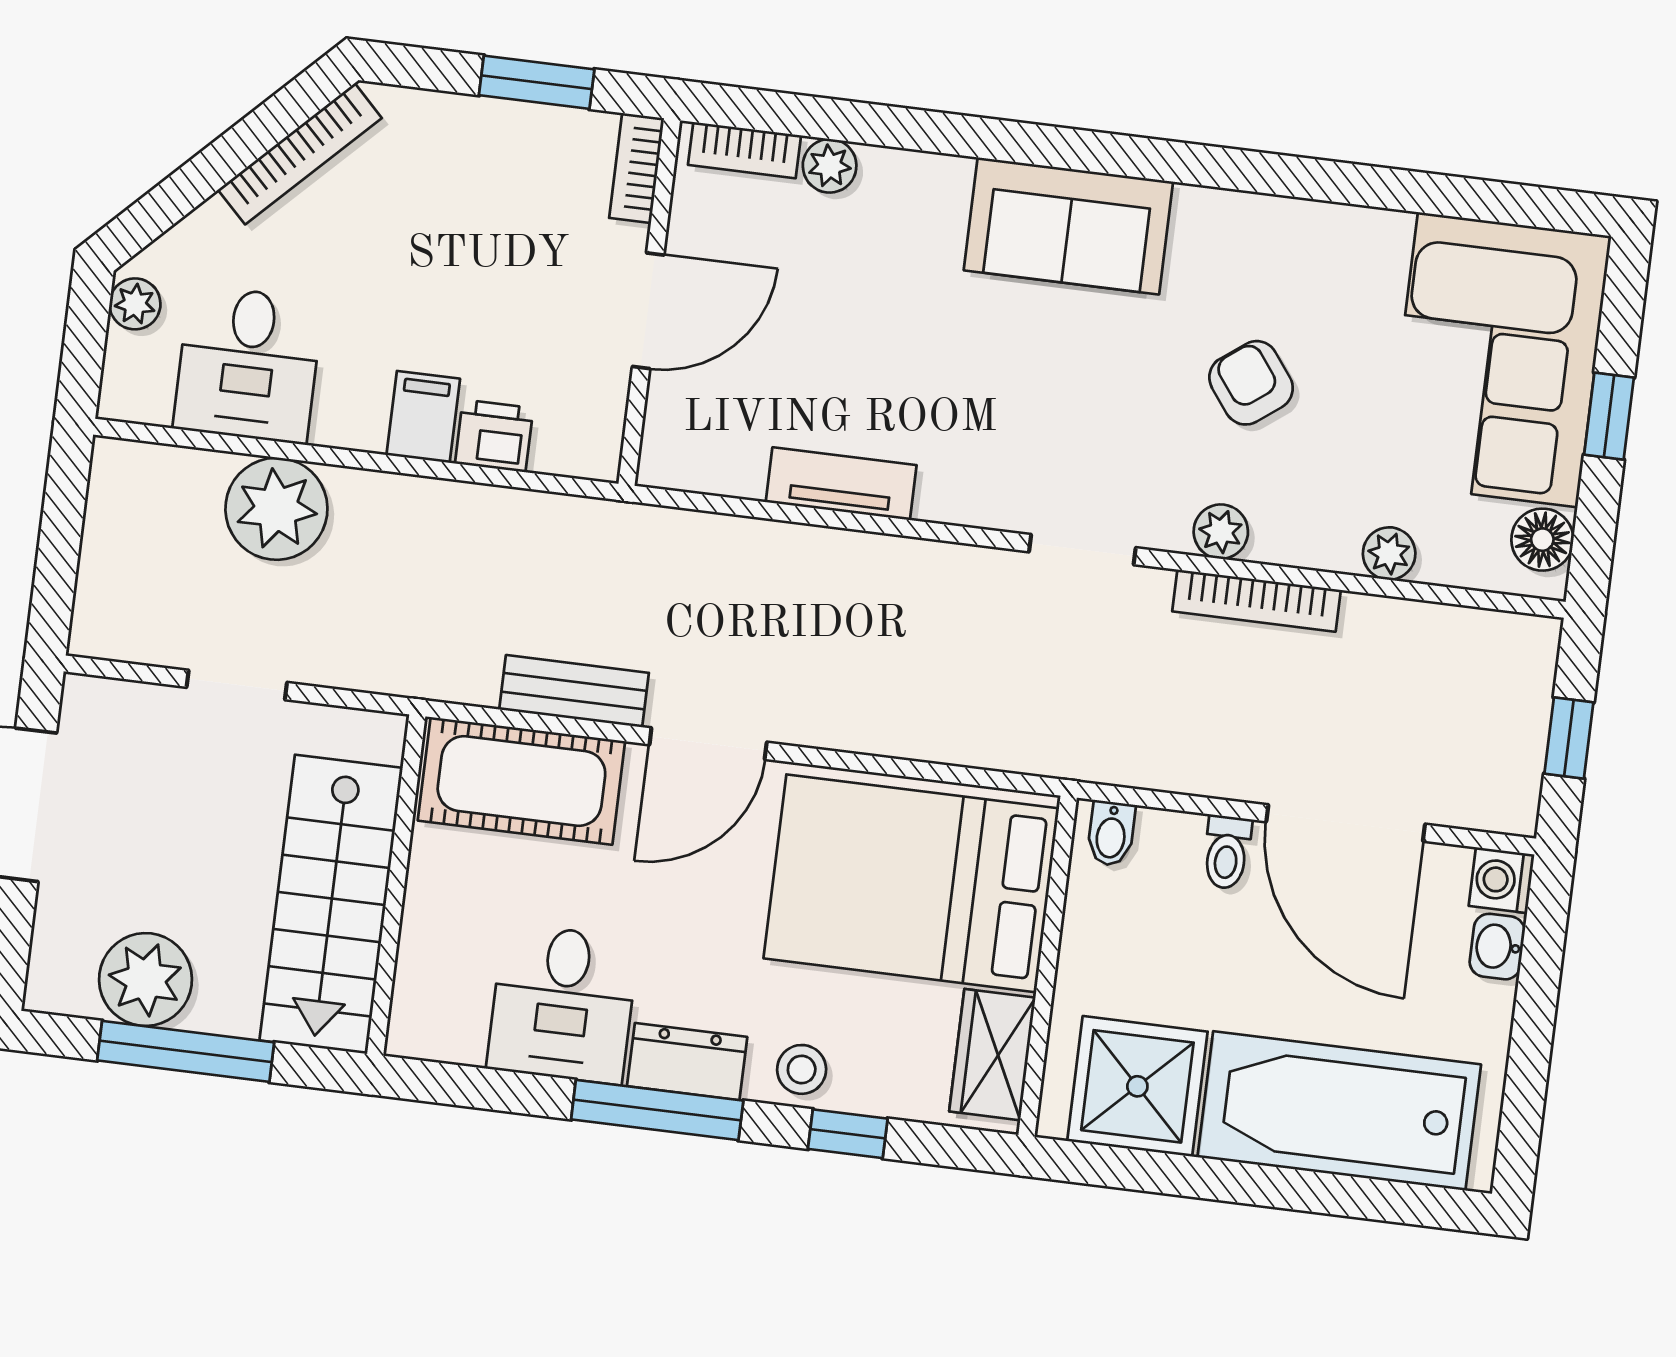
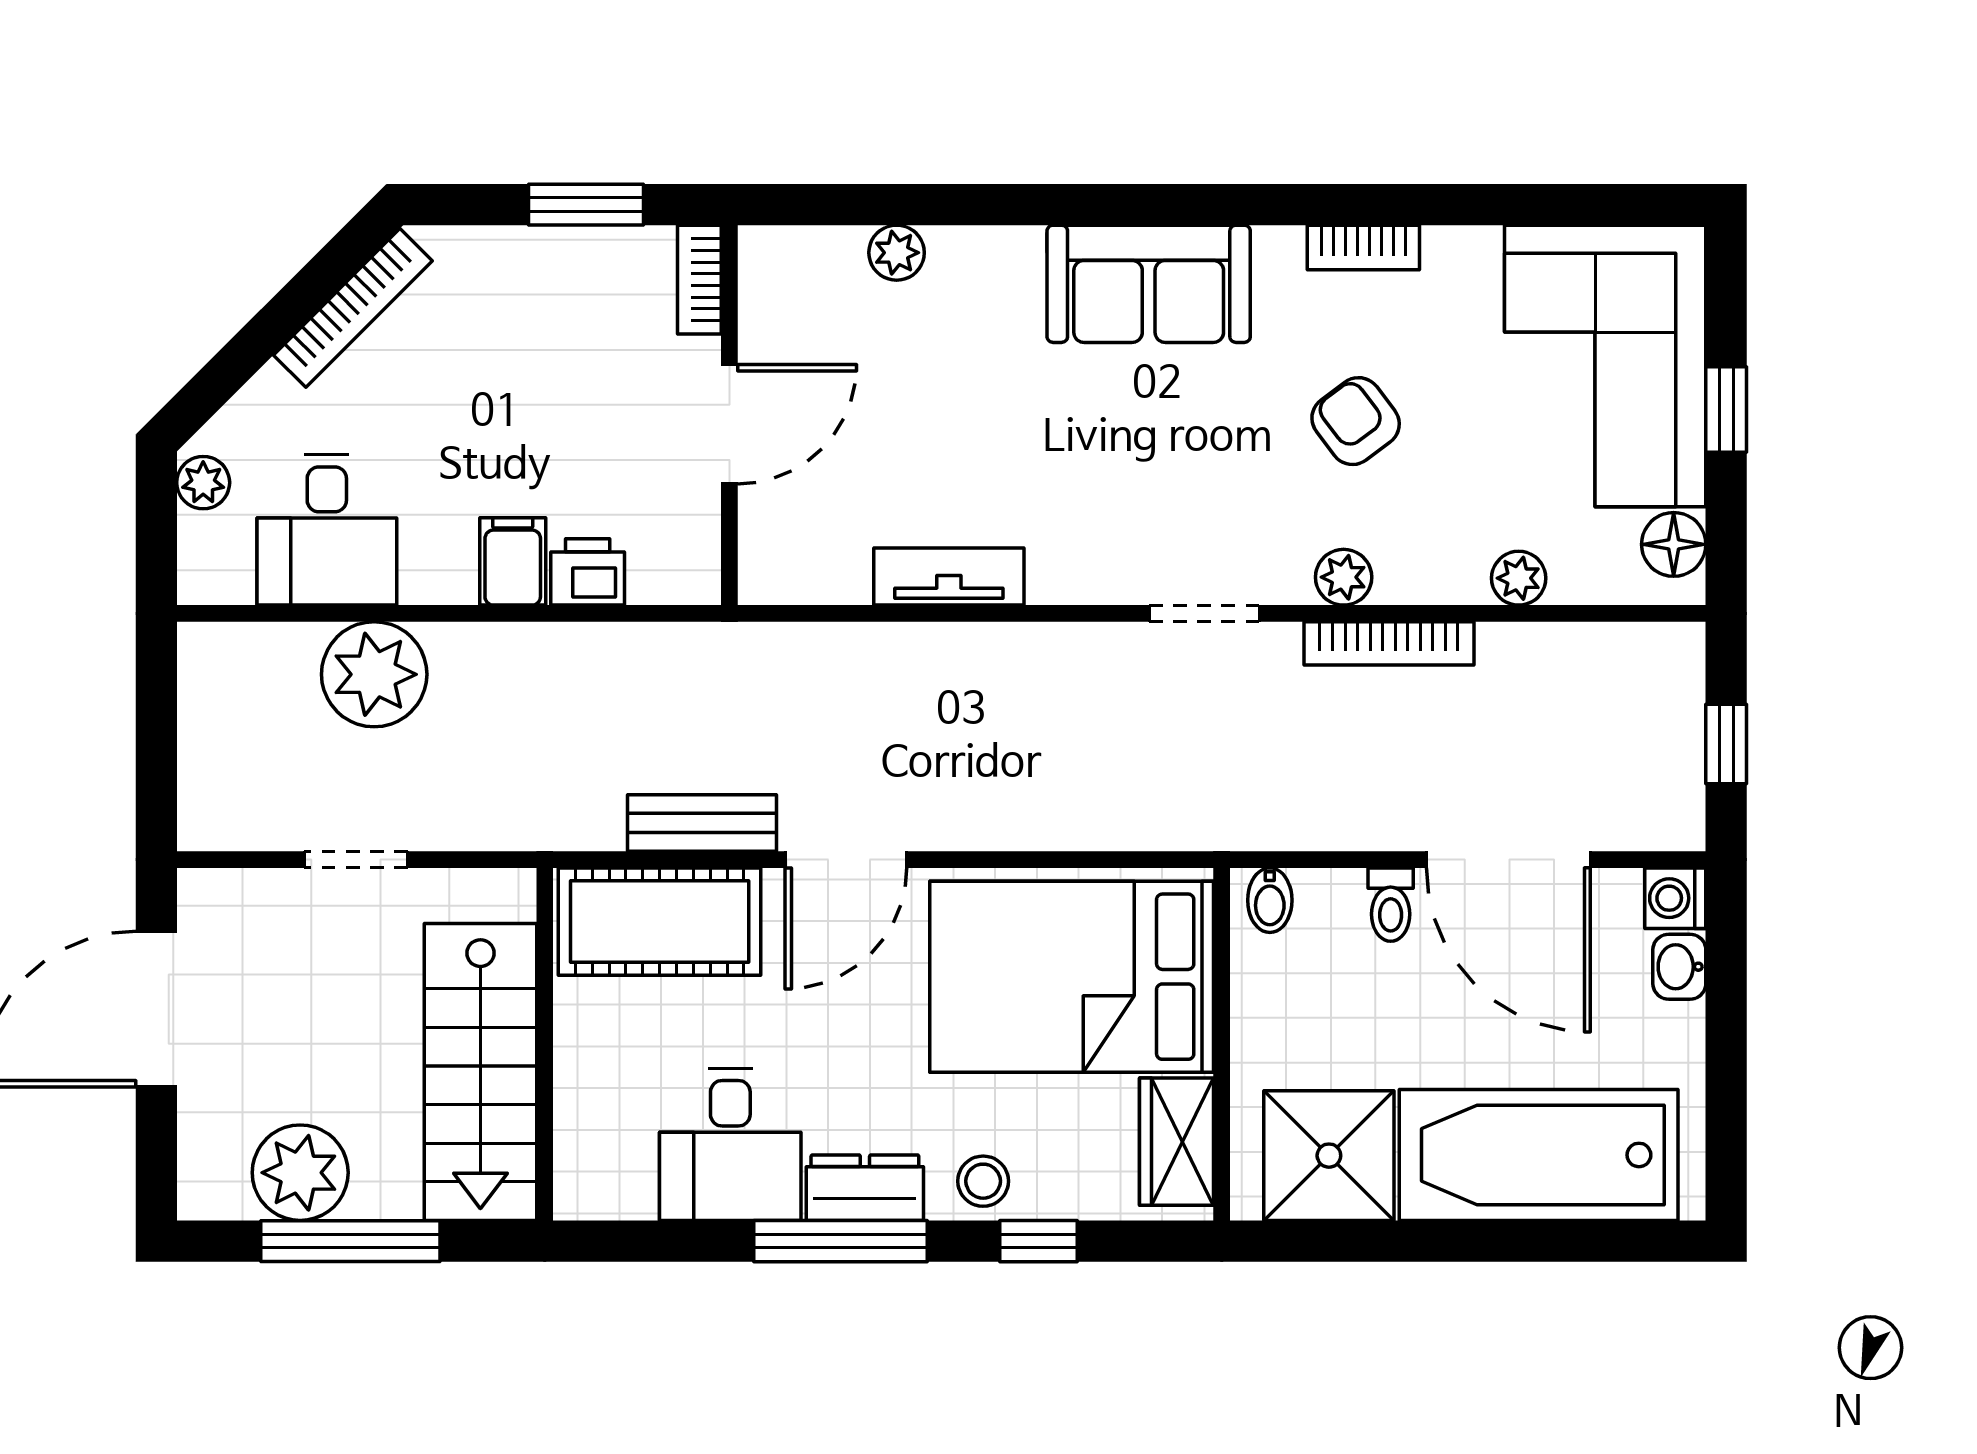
bookcase: (744, 150) -> (1363, 247), moved

